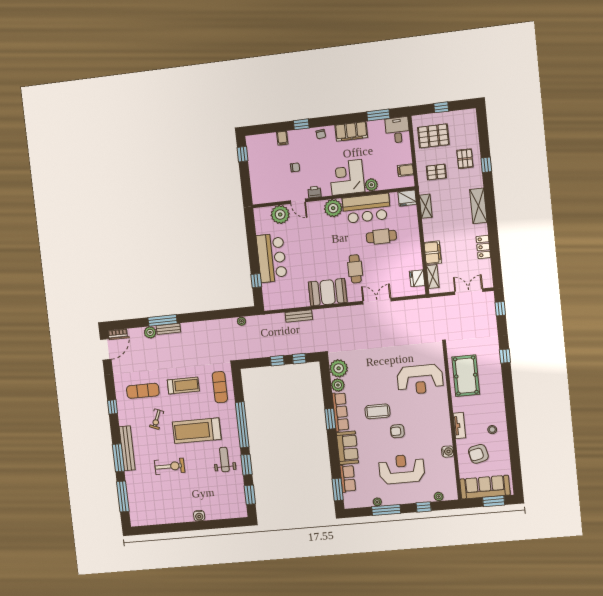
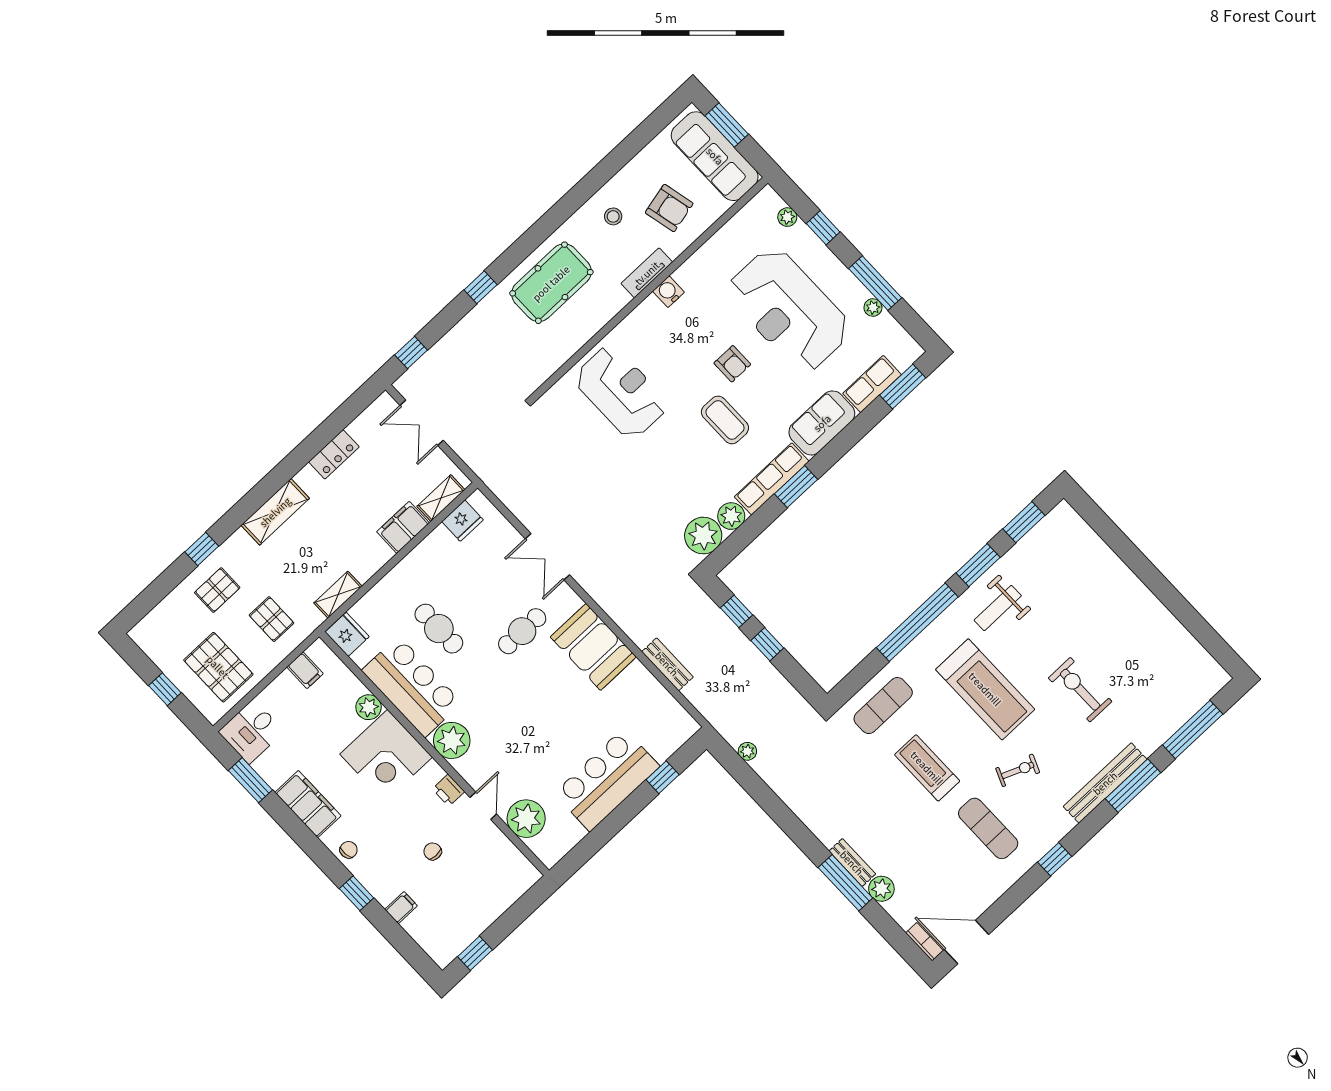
pool table: (466, 376) -> (551, 283), moved
water cooler: (448, 452) -> (668, 292), moved
reception desk: (402, 469) -> (789, 310), width x1.36, depth x1.30
water cooler: (199, 516) -> (1125, 579), removed

